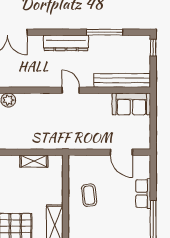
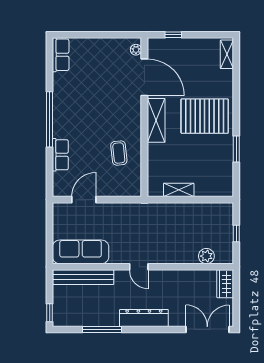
sofa: (131, 104) -> (81, 252), width x1.36
door: (121, 152) -> (84, 200), hinge flipped

